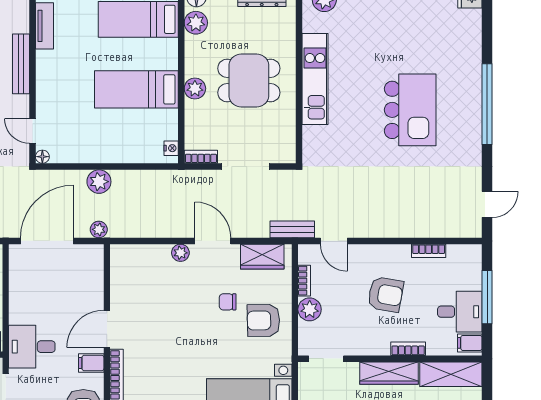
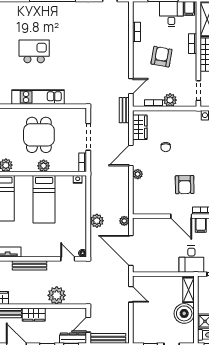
kitchen island: (410, 110) -> (34, 51), moved, width x0.73, depth x0.78
door: (32, 131) -> (68, 259), swing flipped
armchair: (264, 320) -> (185, 185), moved

